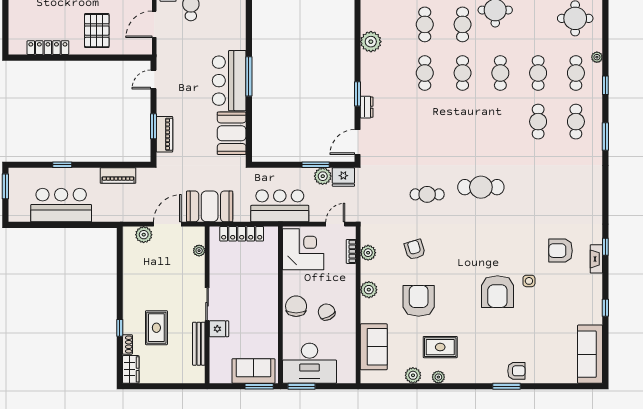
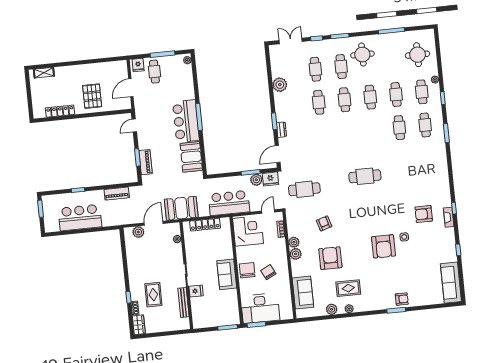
cafe table: (427, 194) -> (304, 189), moved, width x1.37, depth x1.35
plant: (368, 253) -> (294, 242), moved
sofa: (253, 371) -> (227, 274), moved, turned -90

